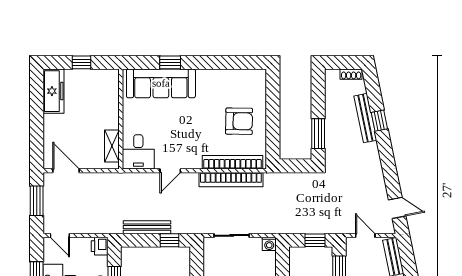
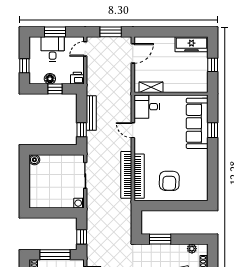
plant: (331, 91) -> (192, 249), added

